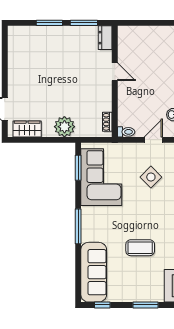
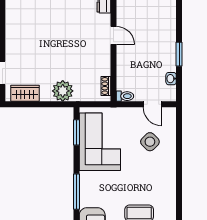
door: (153, 140) -> (152, 104), swing flipped

